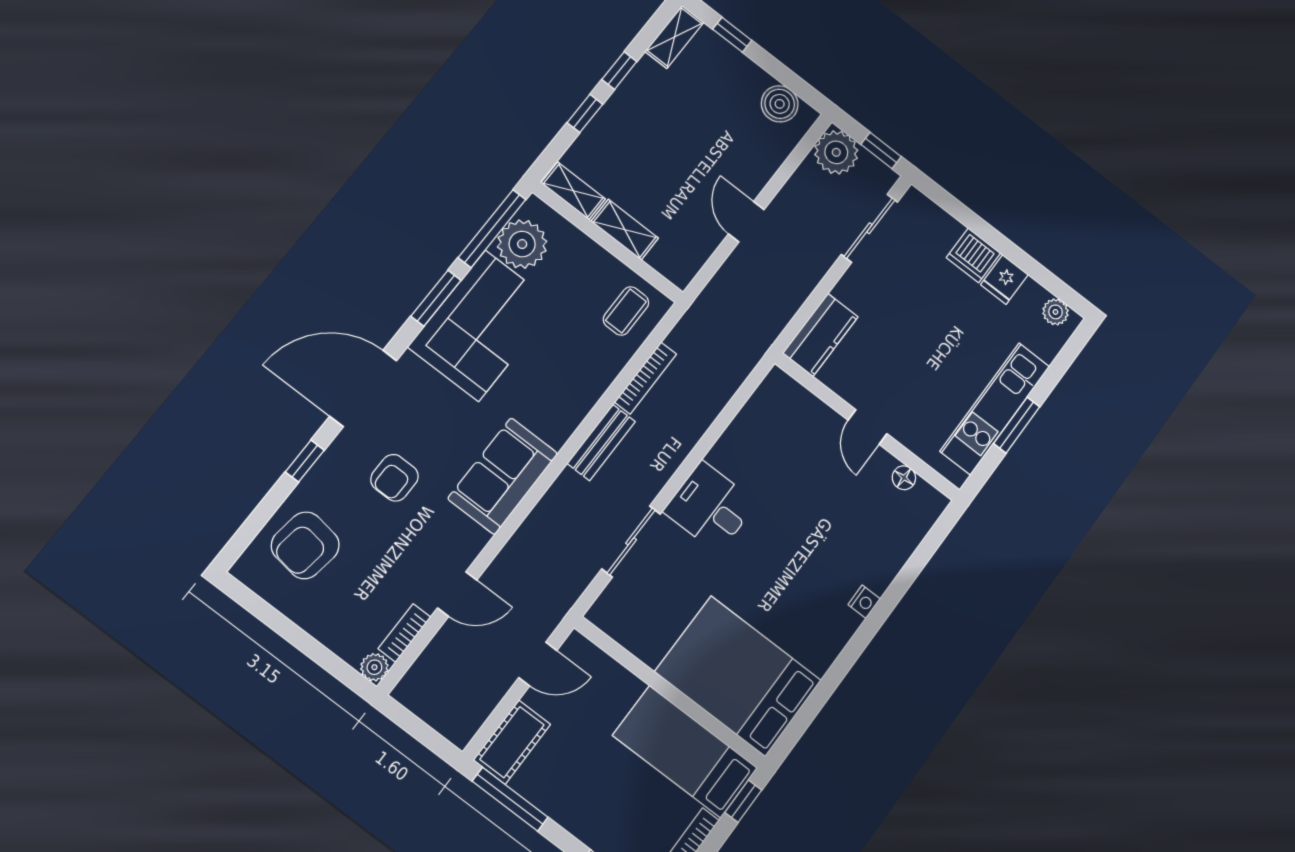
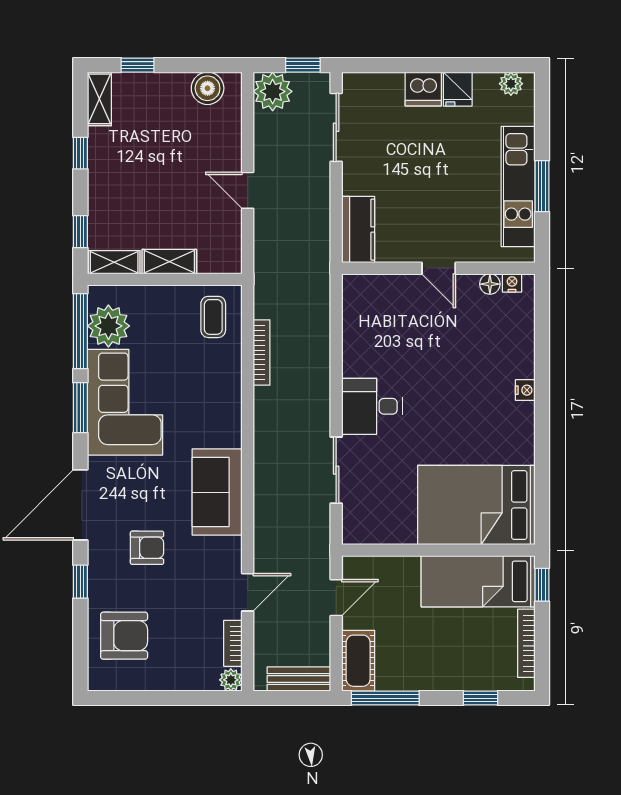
window: (585, 113) -> (80, 232), moved
bench: (601, 443) -> (299, 679), moved, turned 90
armchair: (394, 478) -> (147, 548), turned -90
nightstand: (925, 492) -> (512, 283), added
armchair: (305, 545) -> (124, 636), turned -98

